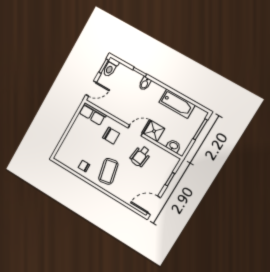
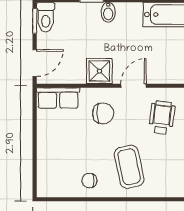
shower: (154, 131) -> (99, 71), moved
wheelchair: (140, 156) -> (162, 117), turned 180

